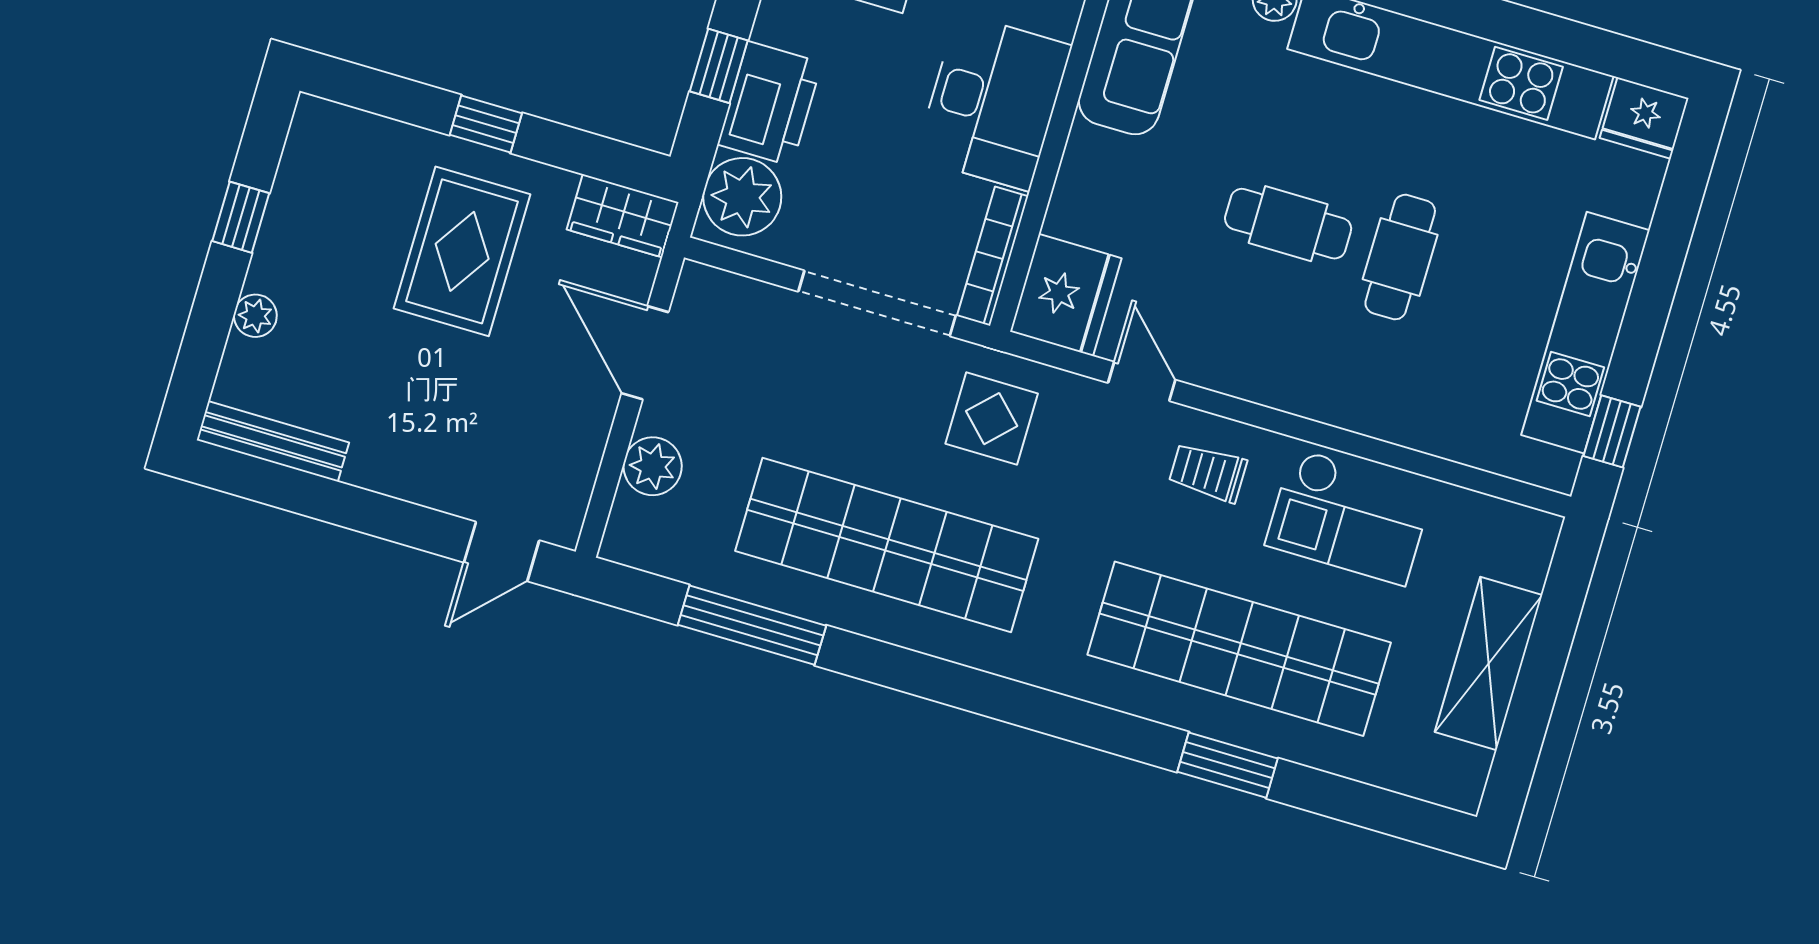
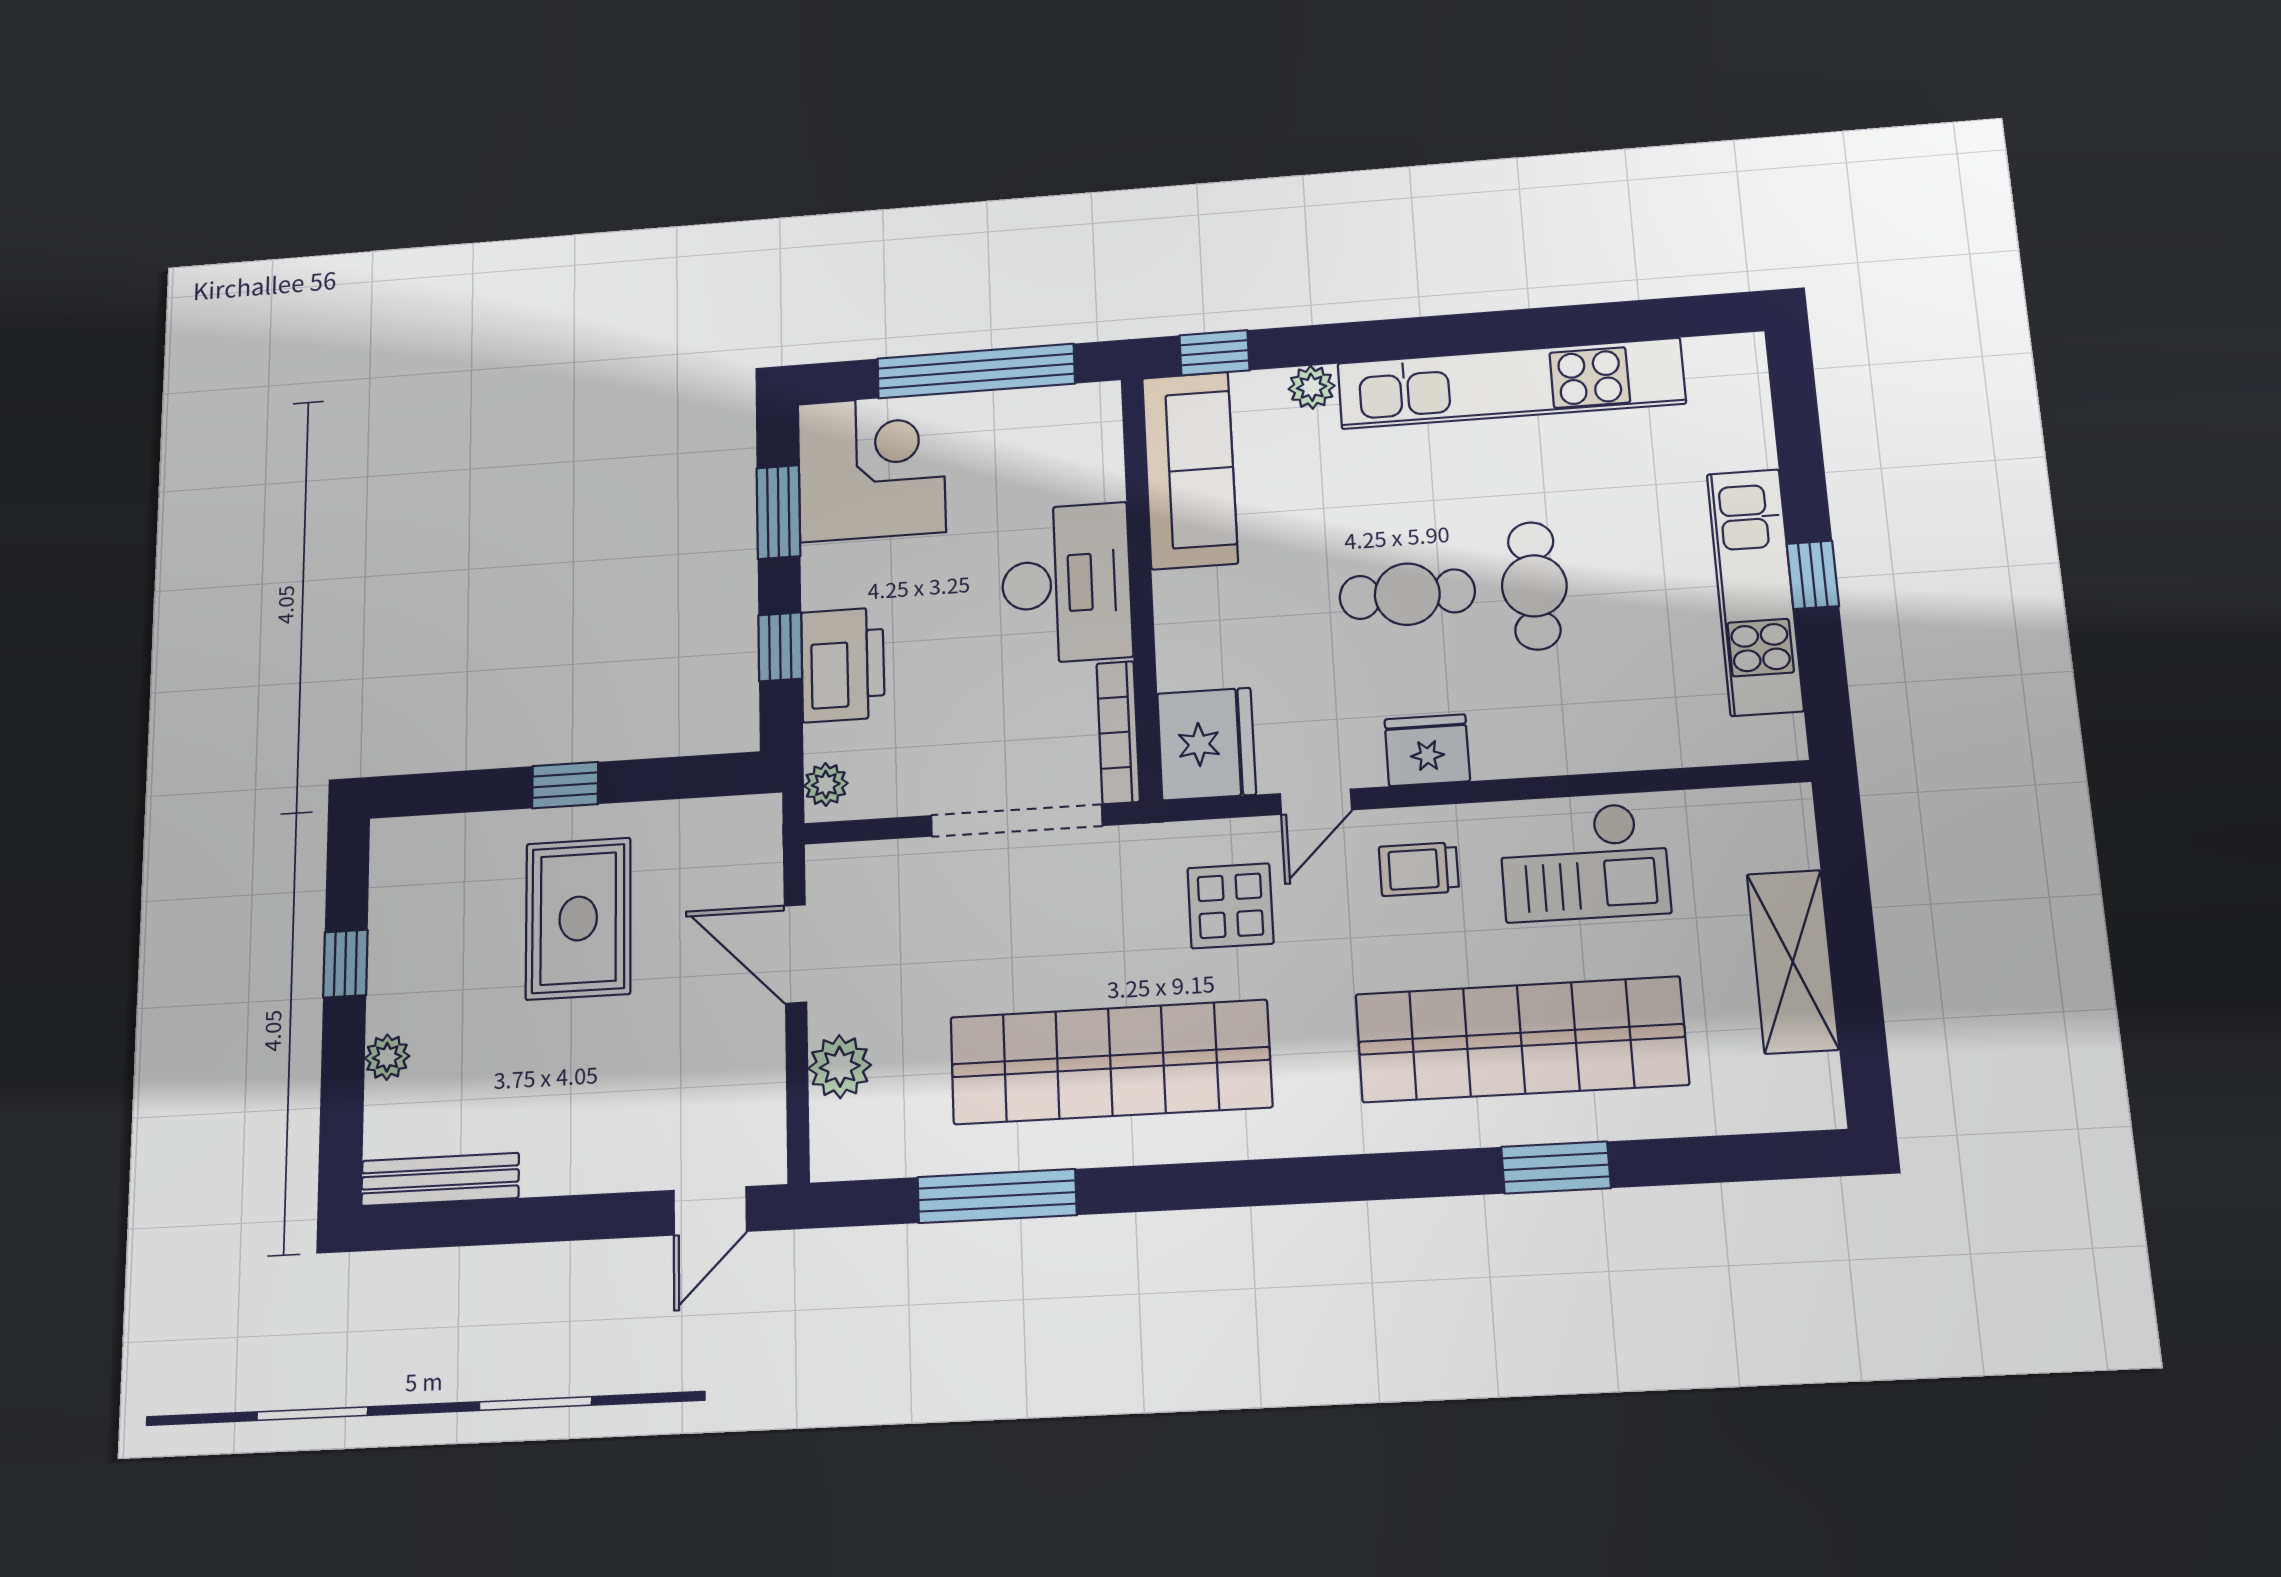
fridge: (1644, 118) -> (1427, 750), moved, turned 180
plant: (742, 197) -> (826, 784), width x0.53, depth x0.53
wardrobe: (623, 216) -> (730, 826), removed
door: (1142, 381) -> (1316, 802), swing flipped
display table: (992, 419) -> (1230, 906), moved
window: (1612, 431) -> (1813, 575), moved

